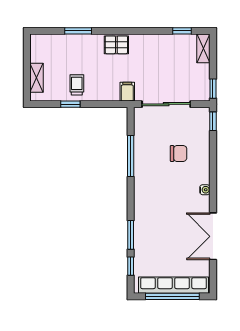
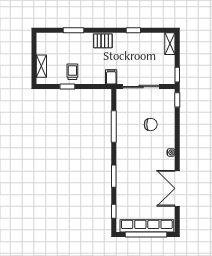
window: (182, 31) -> (133, 30), moved
window: (131, 235) -> (114, 176), moved

